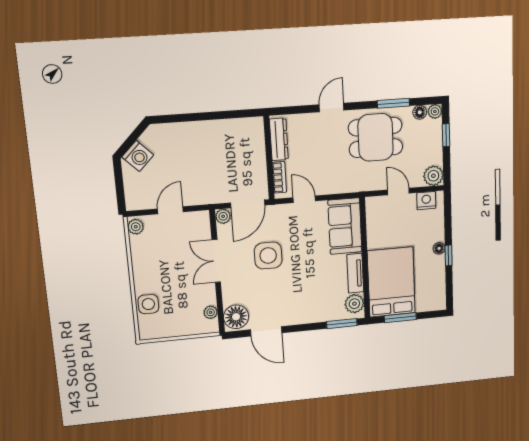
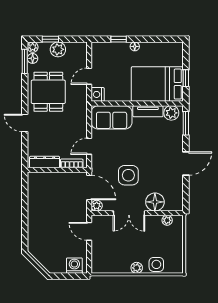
window: (393, 103) -> (25, 61), moved
washing machine: (138, 156) -> (74, 266), moved, turned -45
plant: (433, 176) -> (58, 49), moved
nightstand: (426, 201) -> (98, 94), moved
door: (170, 210) -> (89, 231), moved
plant: (136, 227) -> (137, 268), moved
window: (449, 255) -> (119, 39), moved
floor lamp: (236, 317) -> (155, 202), moved
window: (400, 318) -> (186, 78), width x0.67
door: (266, 331) -> (186, 163), moved

